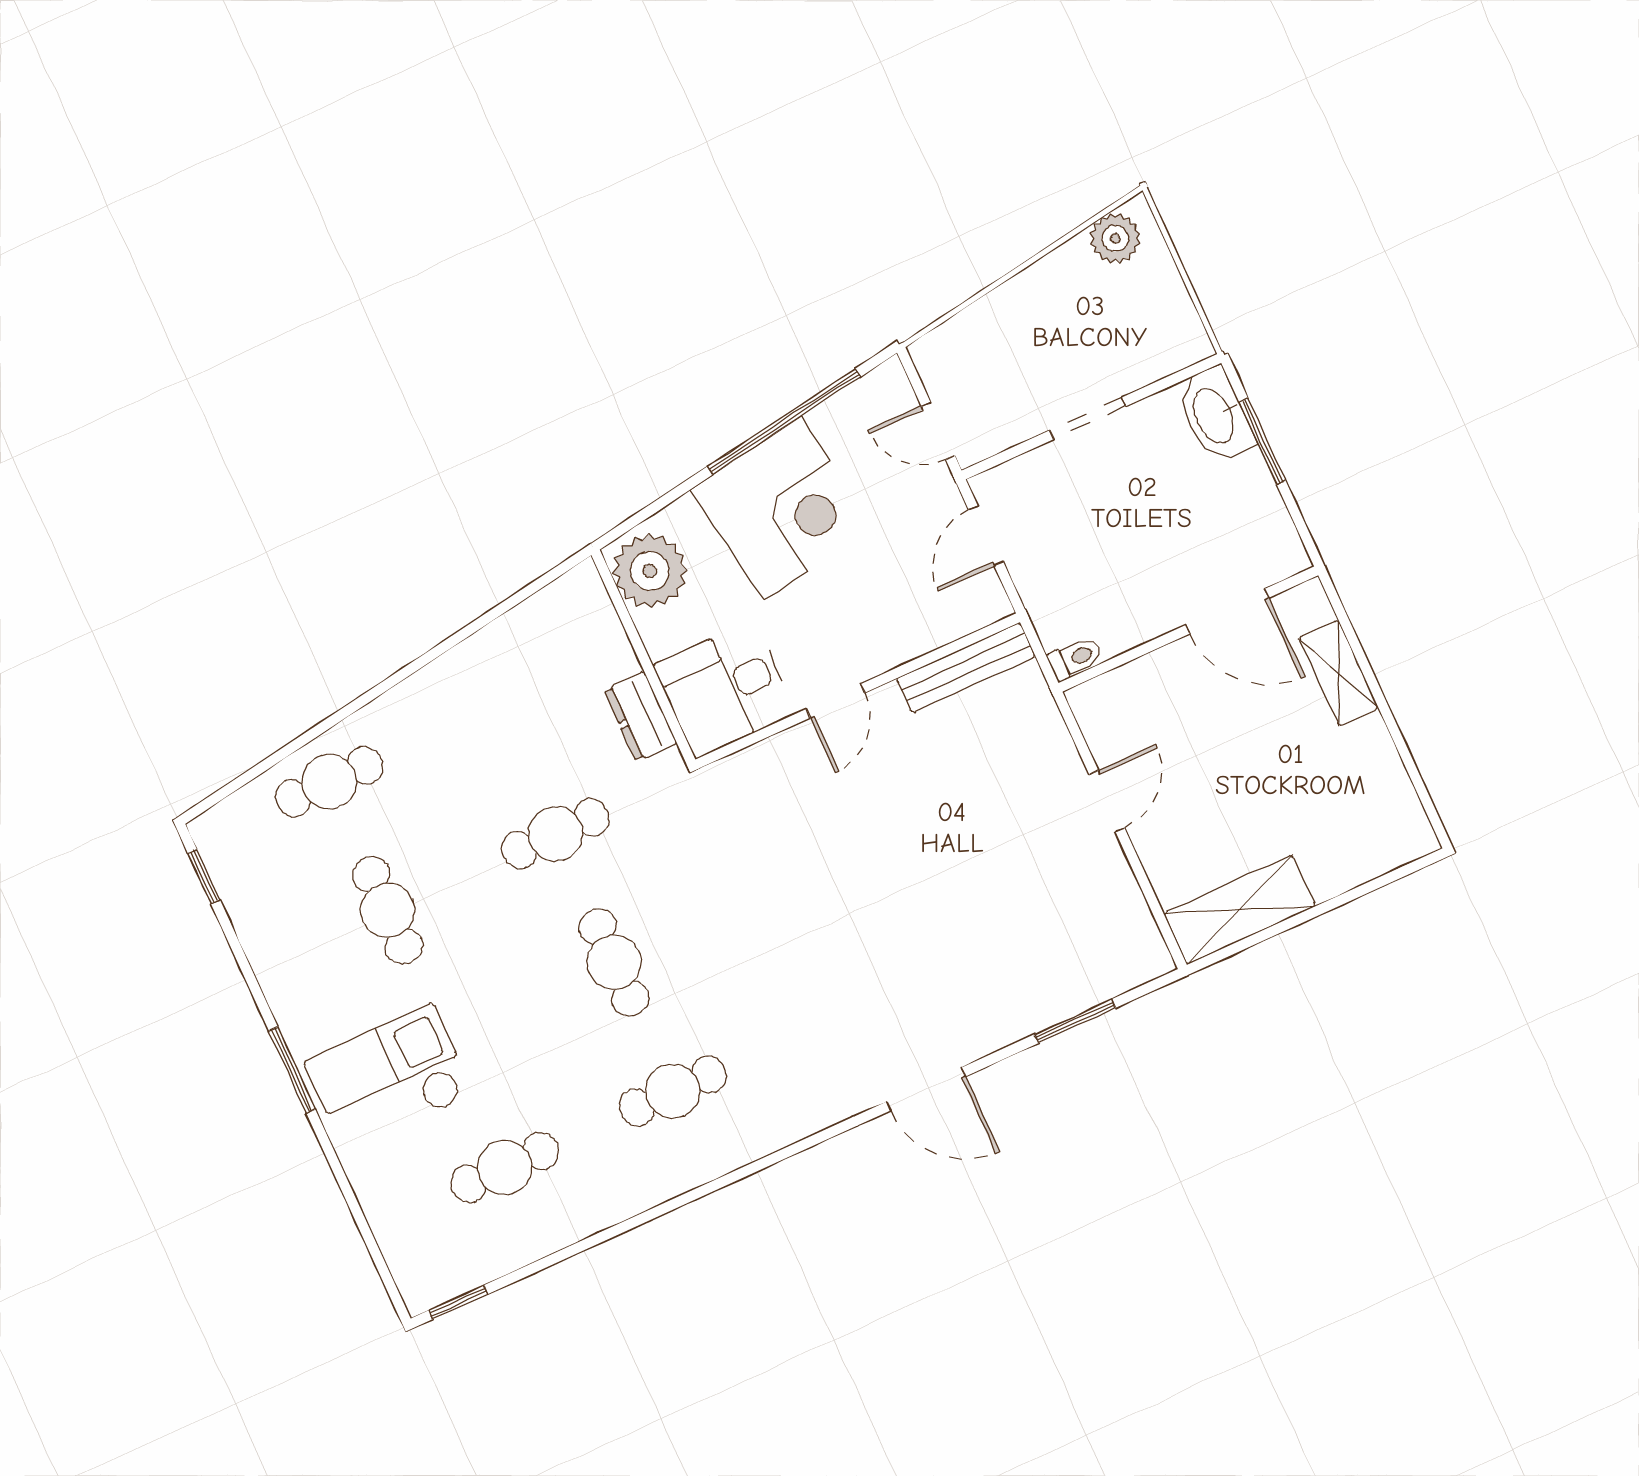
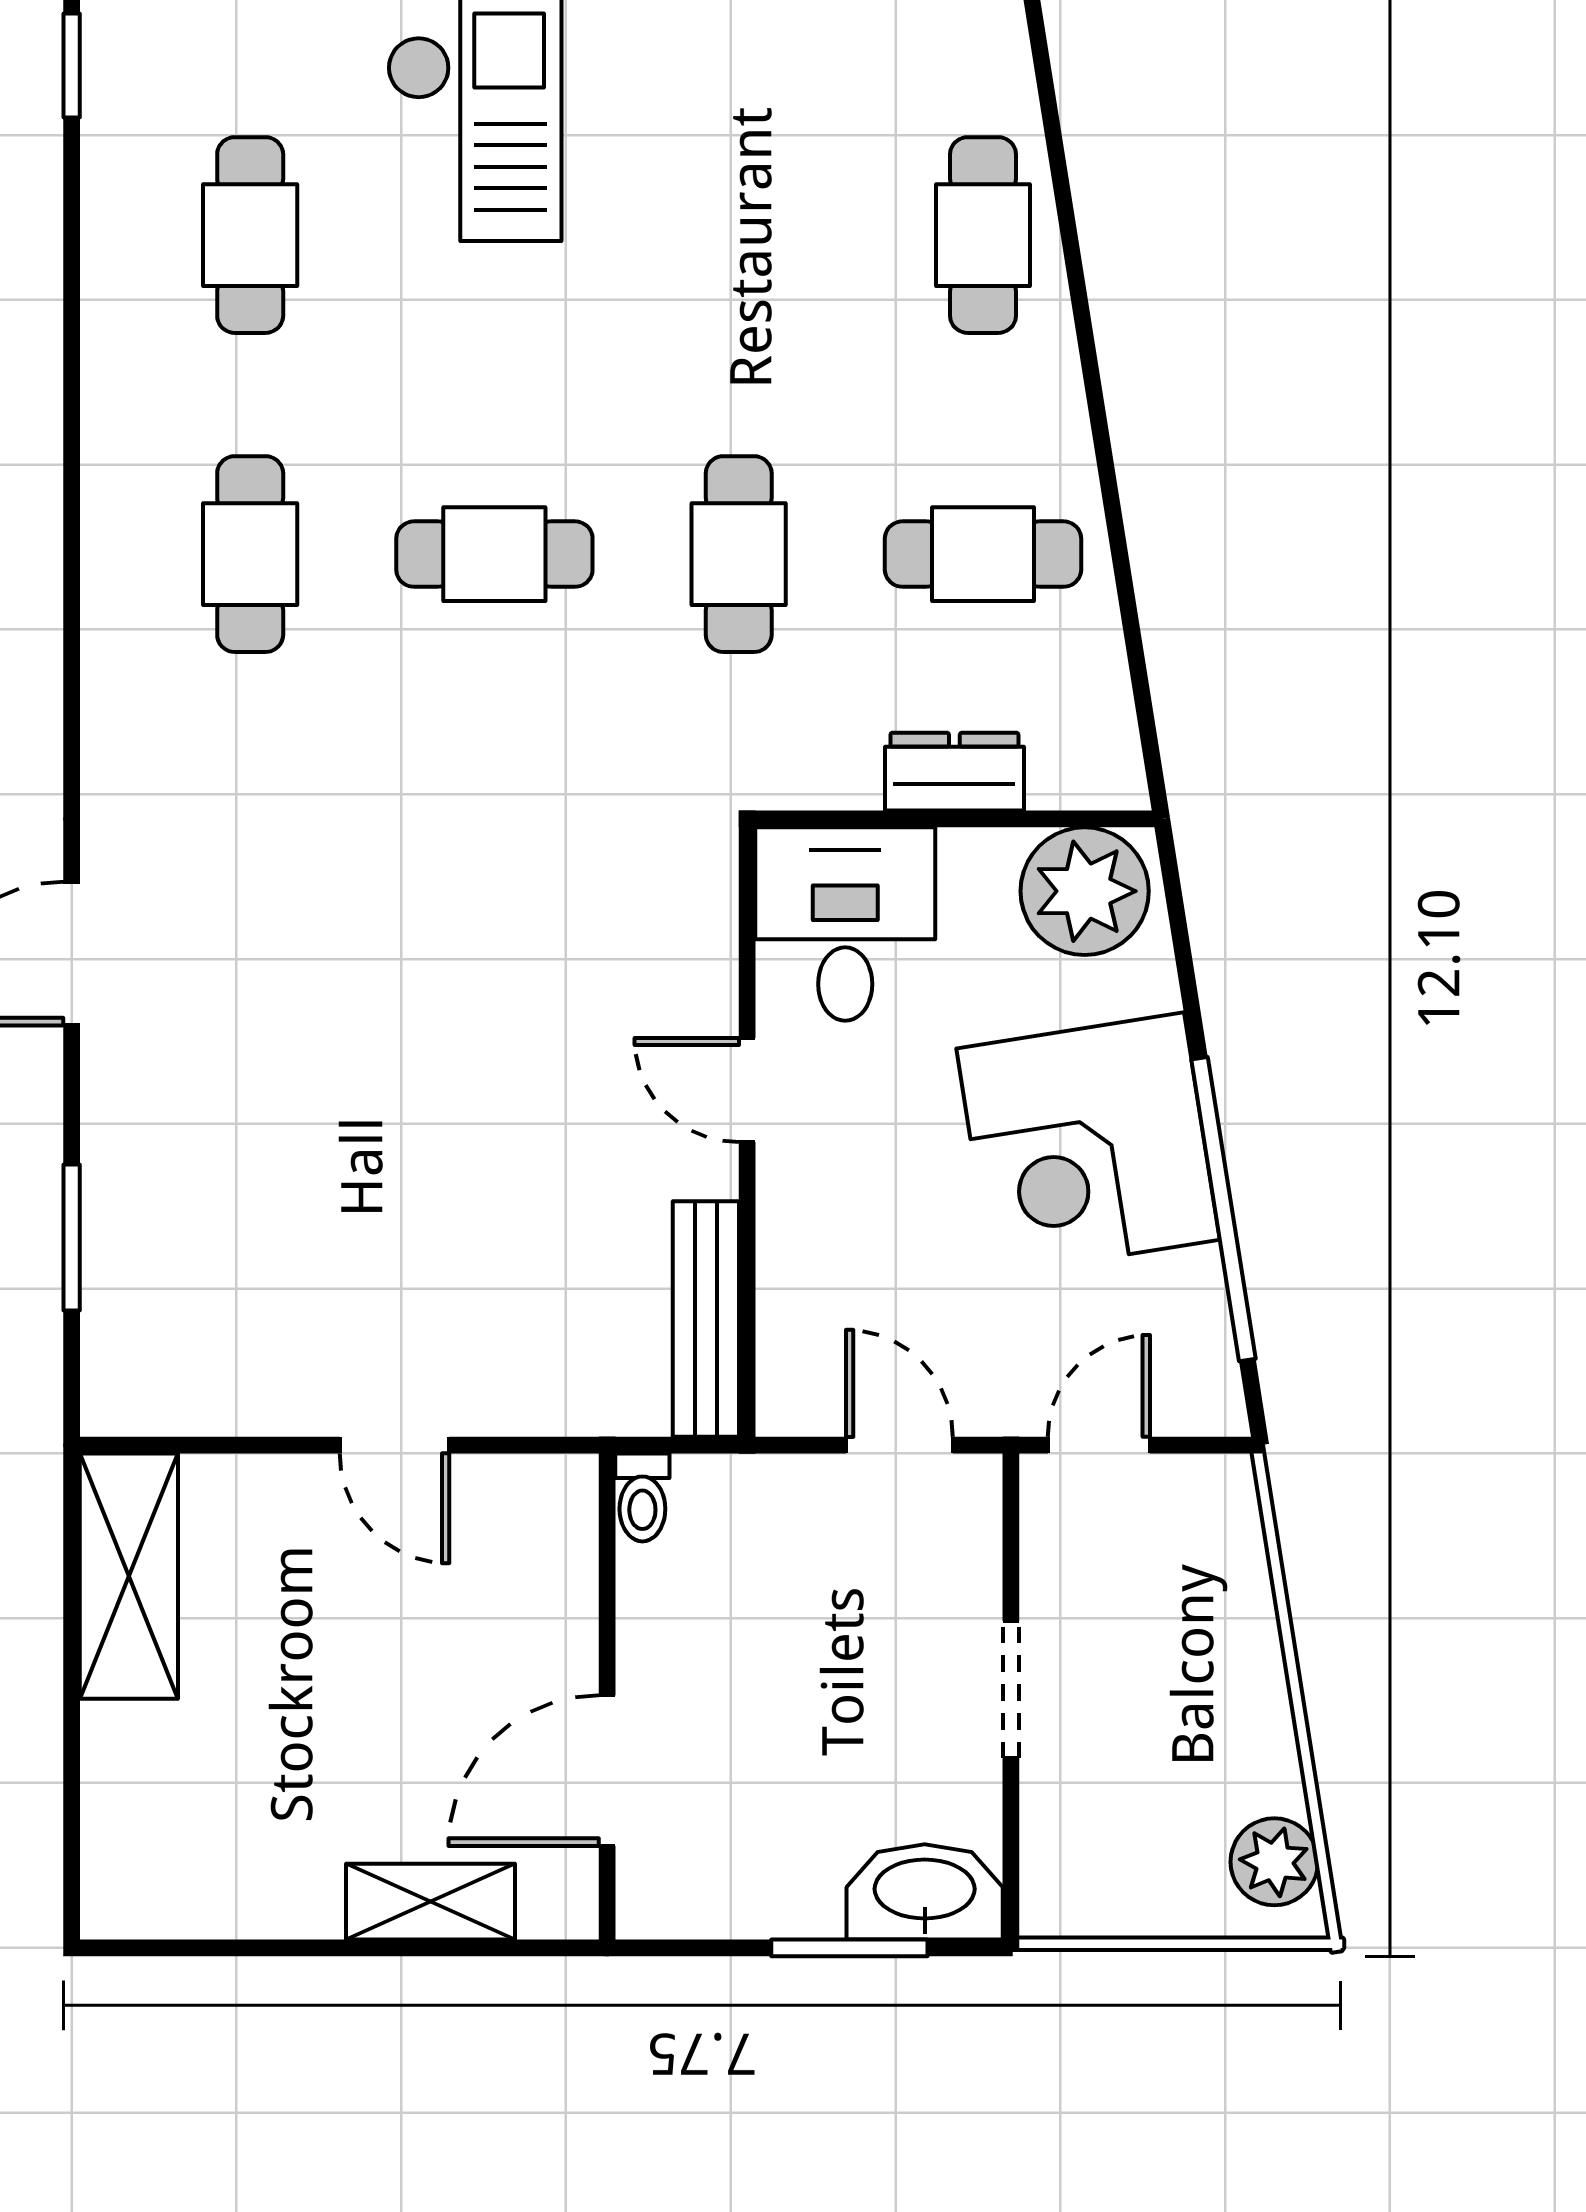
dresser: (640, 717) -> (954, 772), moved
cafe table: (388, 910) -> (983, 554), moved

